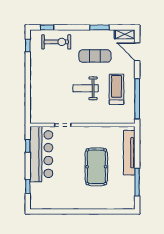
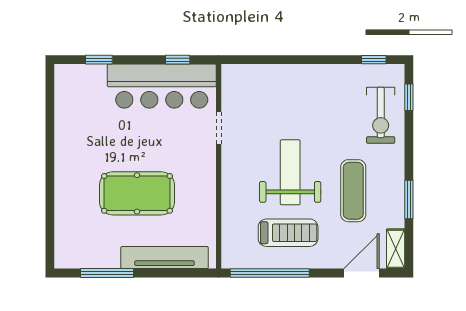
weight bench: (86, 88) -> (290, 172), width x1.36, depth x1.33

